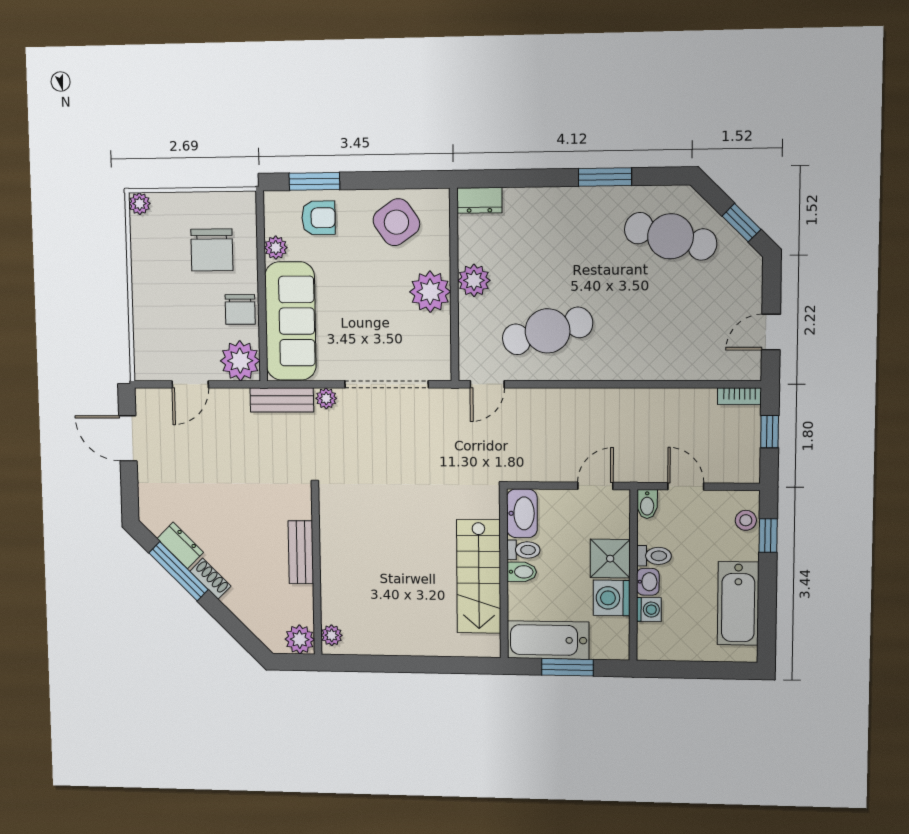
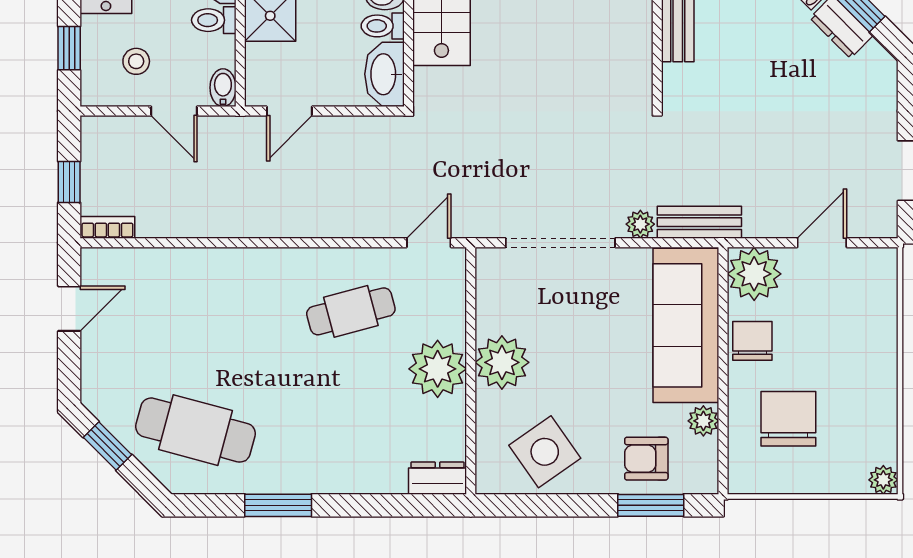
plant: (474, 280) -> (438, 369), width x1.36, depth x1.36
cafe table: (548, 331) -> (351, 311), width x0.73, depth x0.74
stool: (746, 520) -> (136, 61), moved

